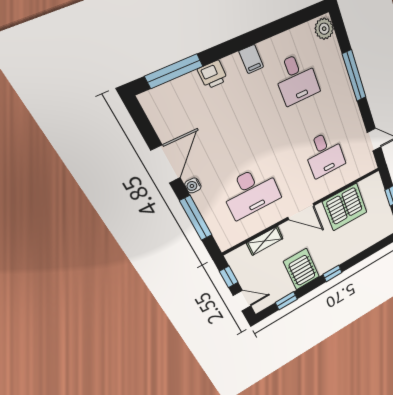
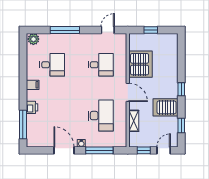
door: (301, 211) -> (128, 92), hinge flipped

